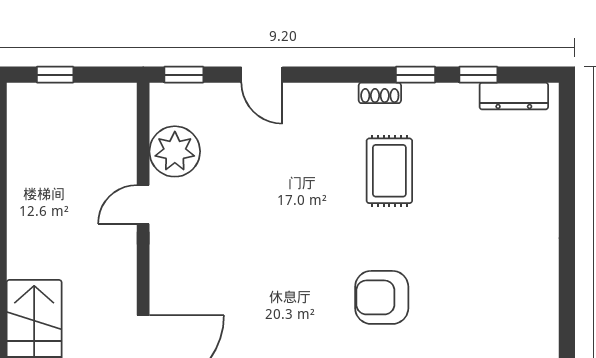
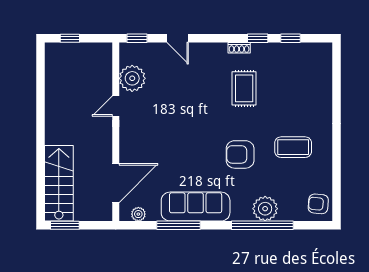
dresser: (514, 96) -> (309, 49), removed
coffee table: (483, 283) -> (293, 147), added

